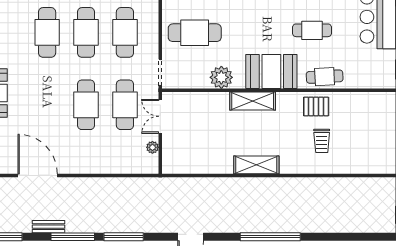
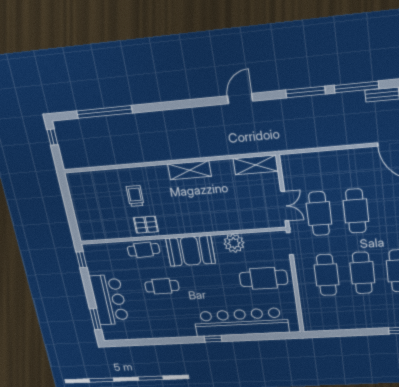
shelving: (253, 101) -> (256, 165), moved
plant: (152, 147) -> (288, 178), removed
window: (270, 237) -> (104, 112), moved

